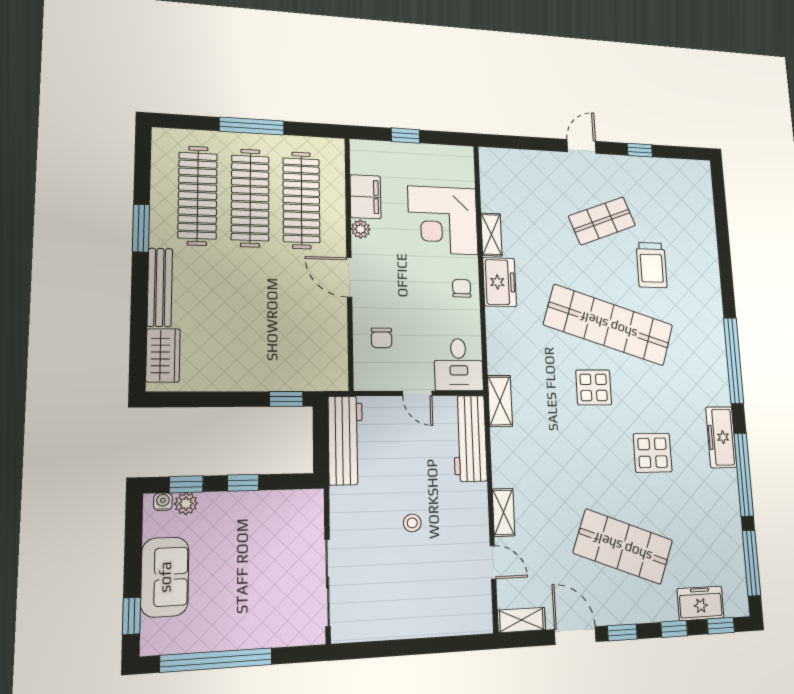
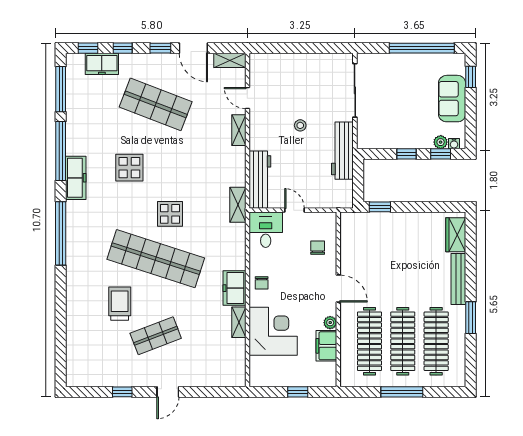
workbench: (345, 440) -> (342, 151), moved

